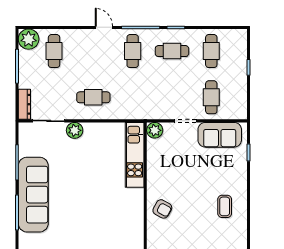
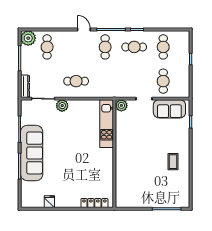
armchair: (162, 209) -> (127, 164), removed

